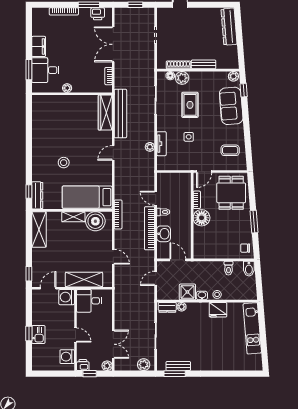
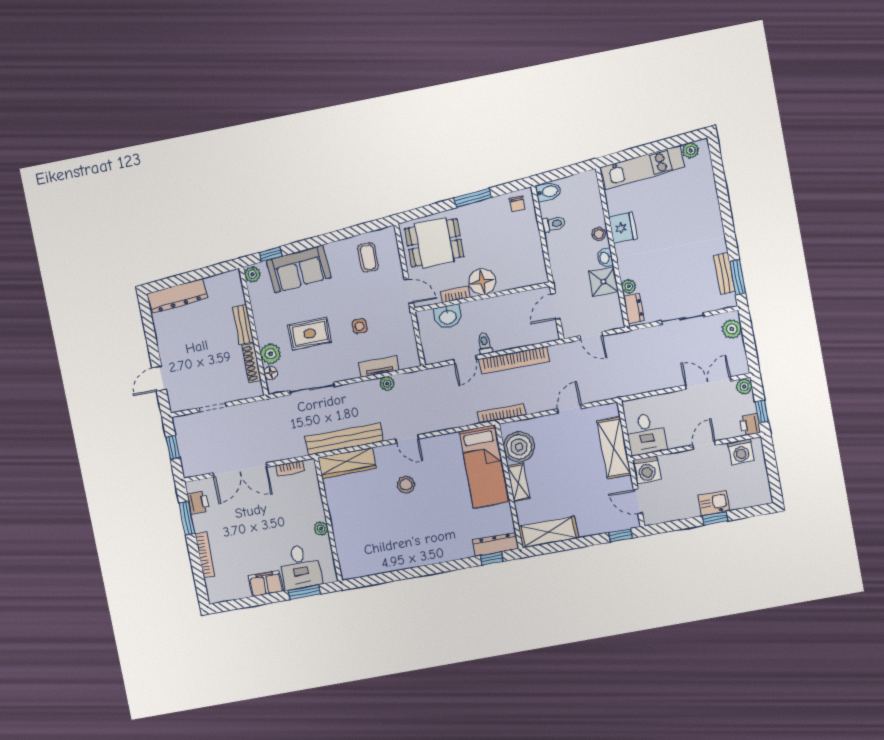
stool: (64, 163) -> (406, 485), moved
washbasin: (164, 234) -> (448, 317), moved, turned 180
plant: (257, 359) -> (691, 150), added

